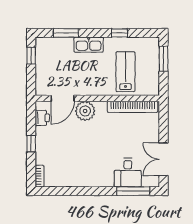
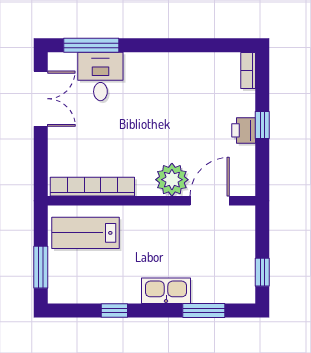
lab bench: (126, 72) -> (85, 233), moved, turned 90
printer: (42, 118) -> (244, 130), moved

